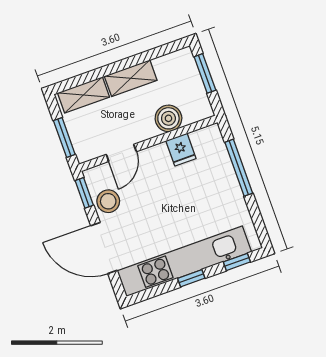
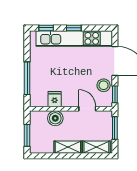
door: (121, 153) -> (87, 109), hinge flipped

